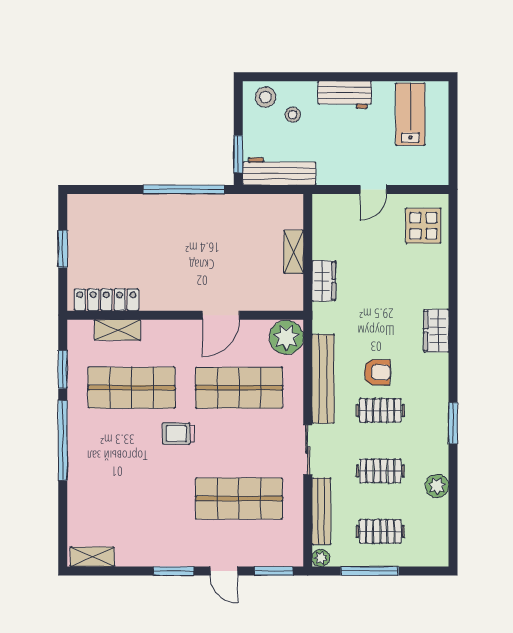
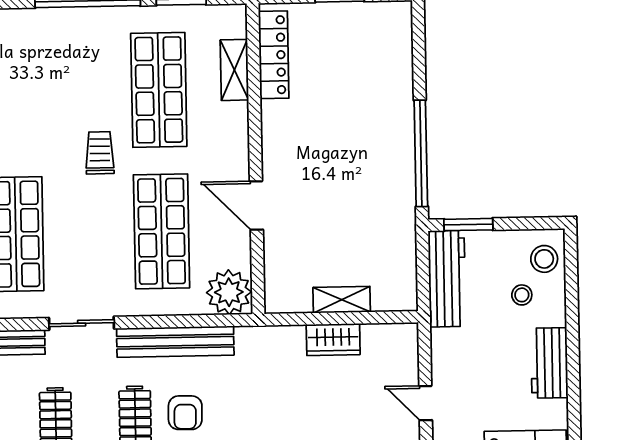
wardrobe: (324, 281) -> (333, 340), moved

